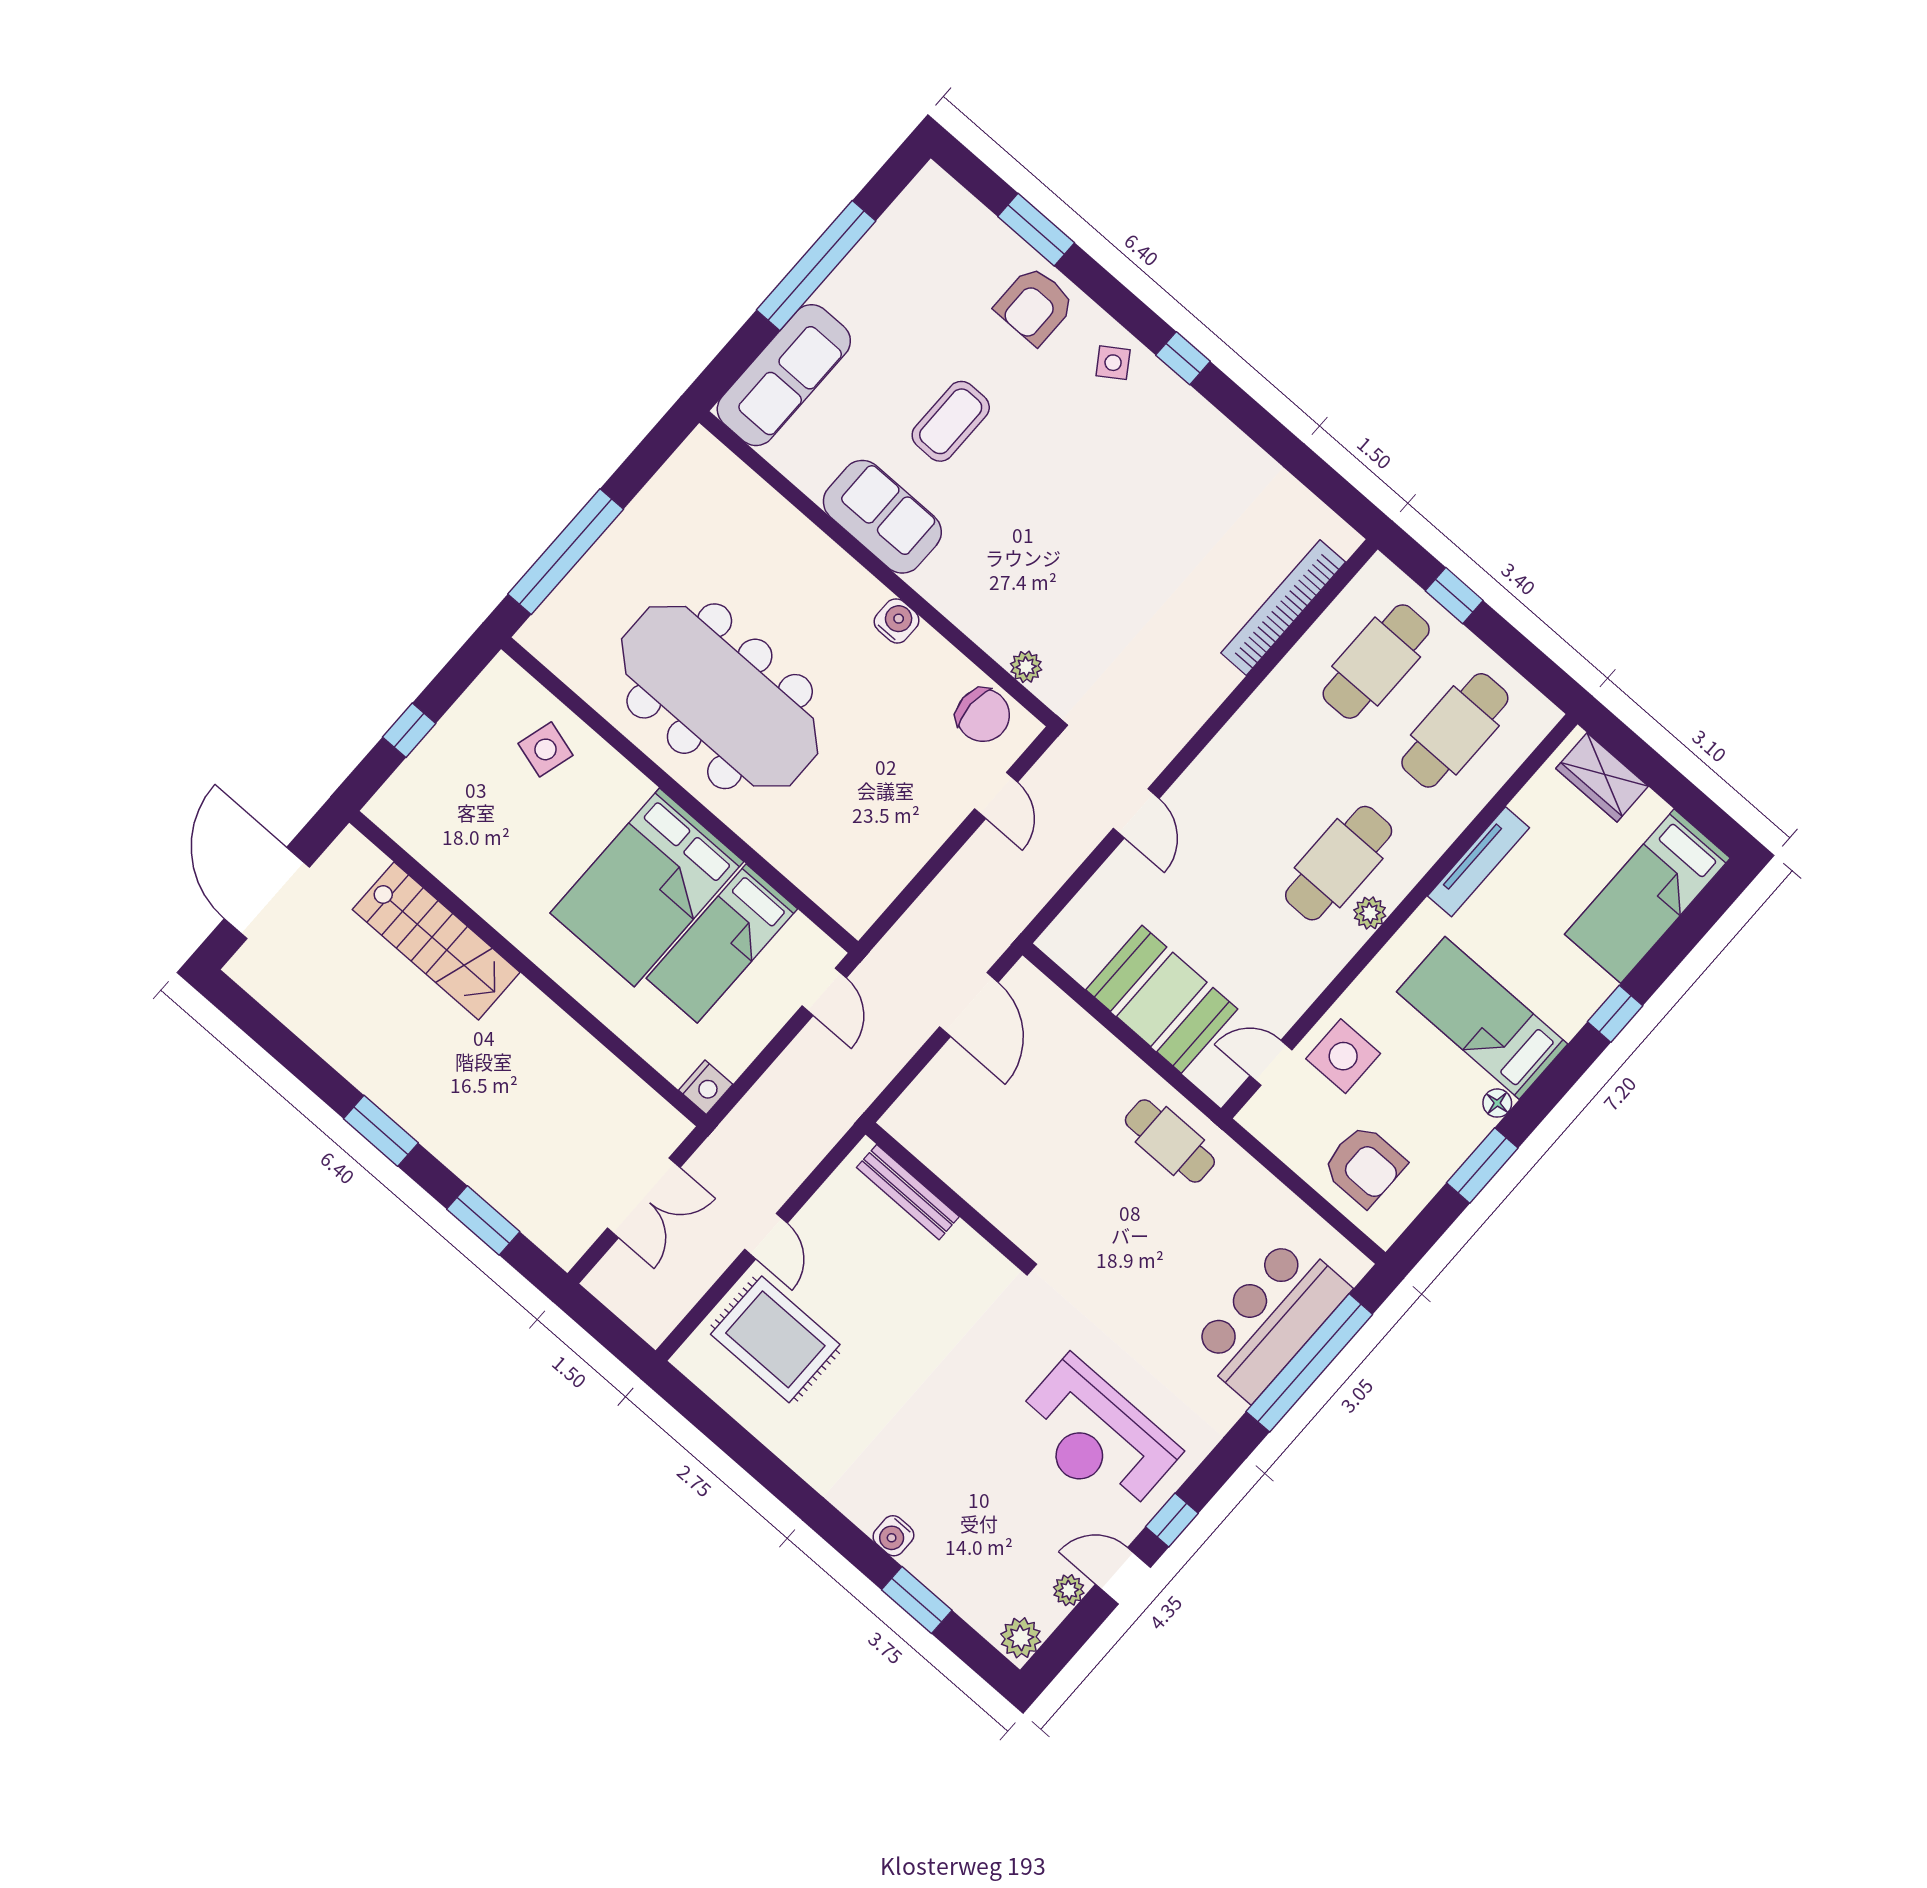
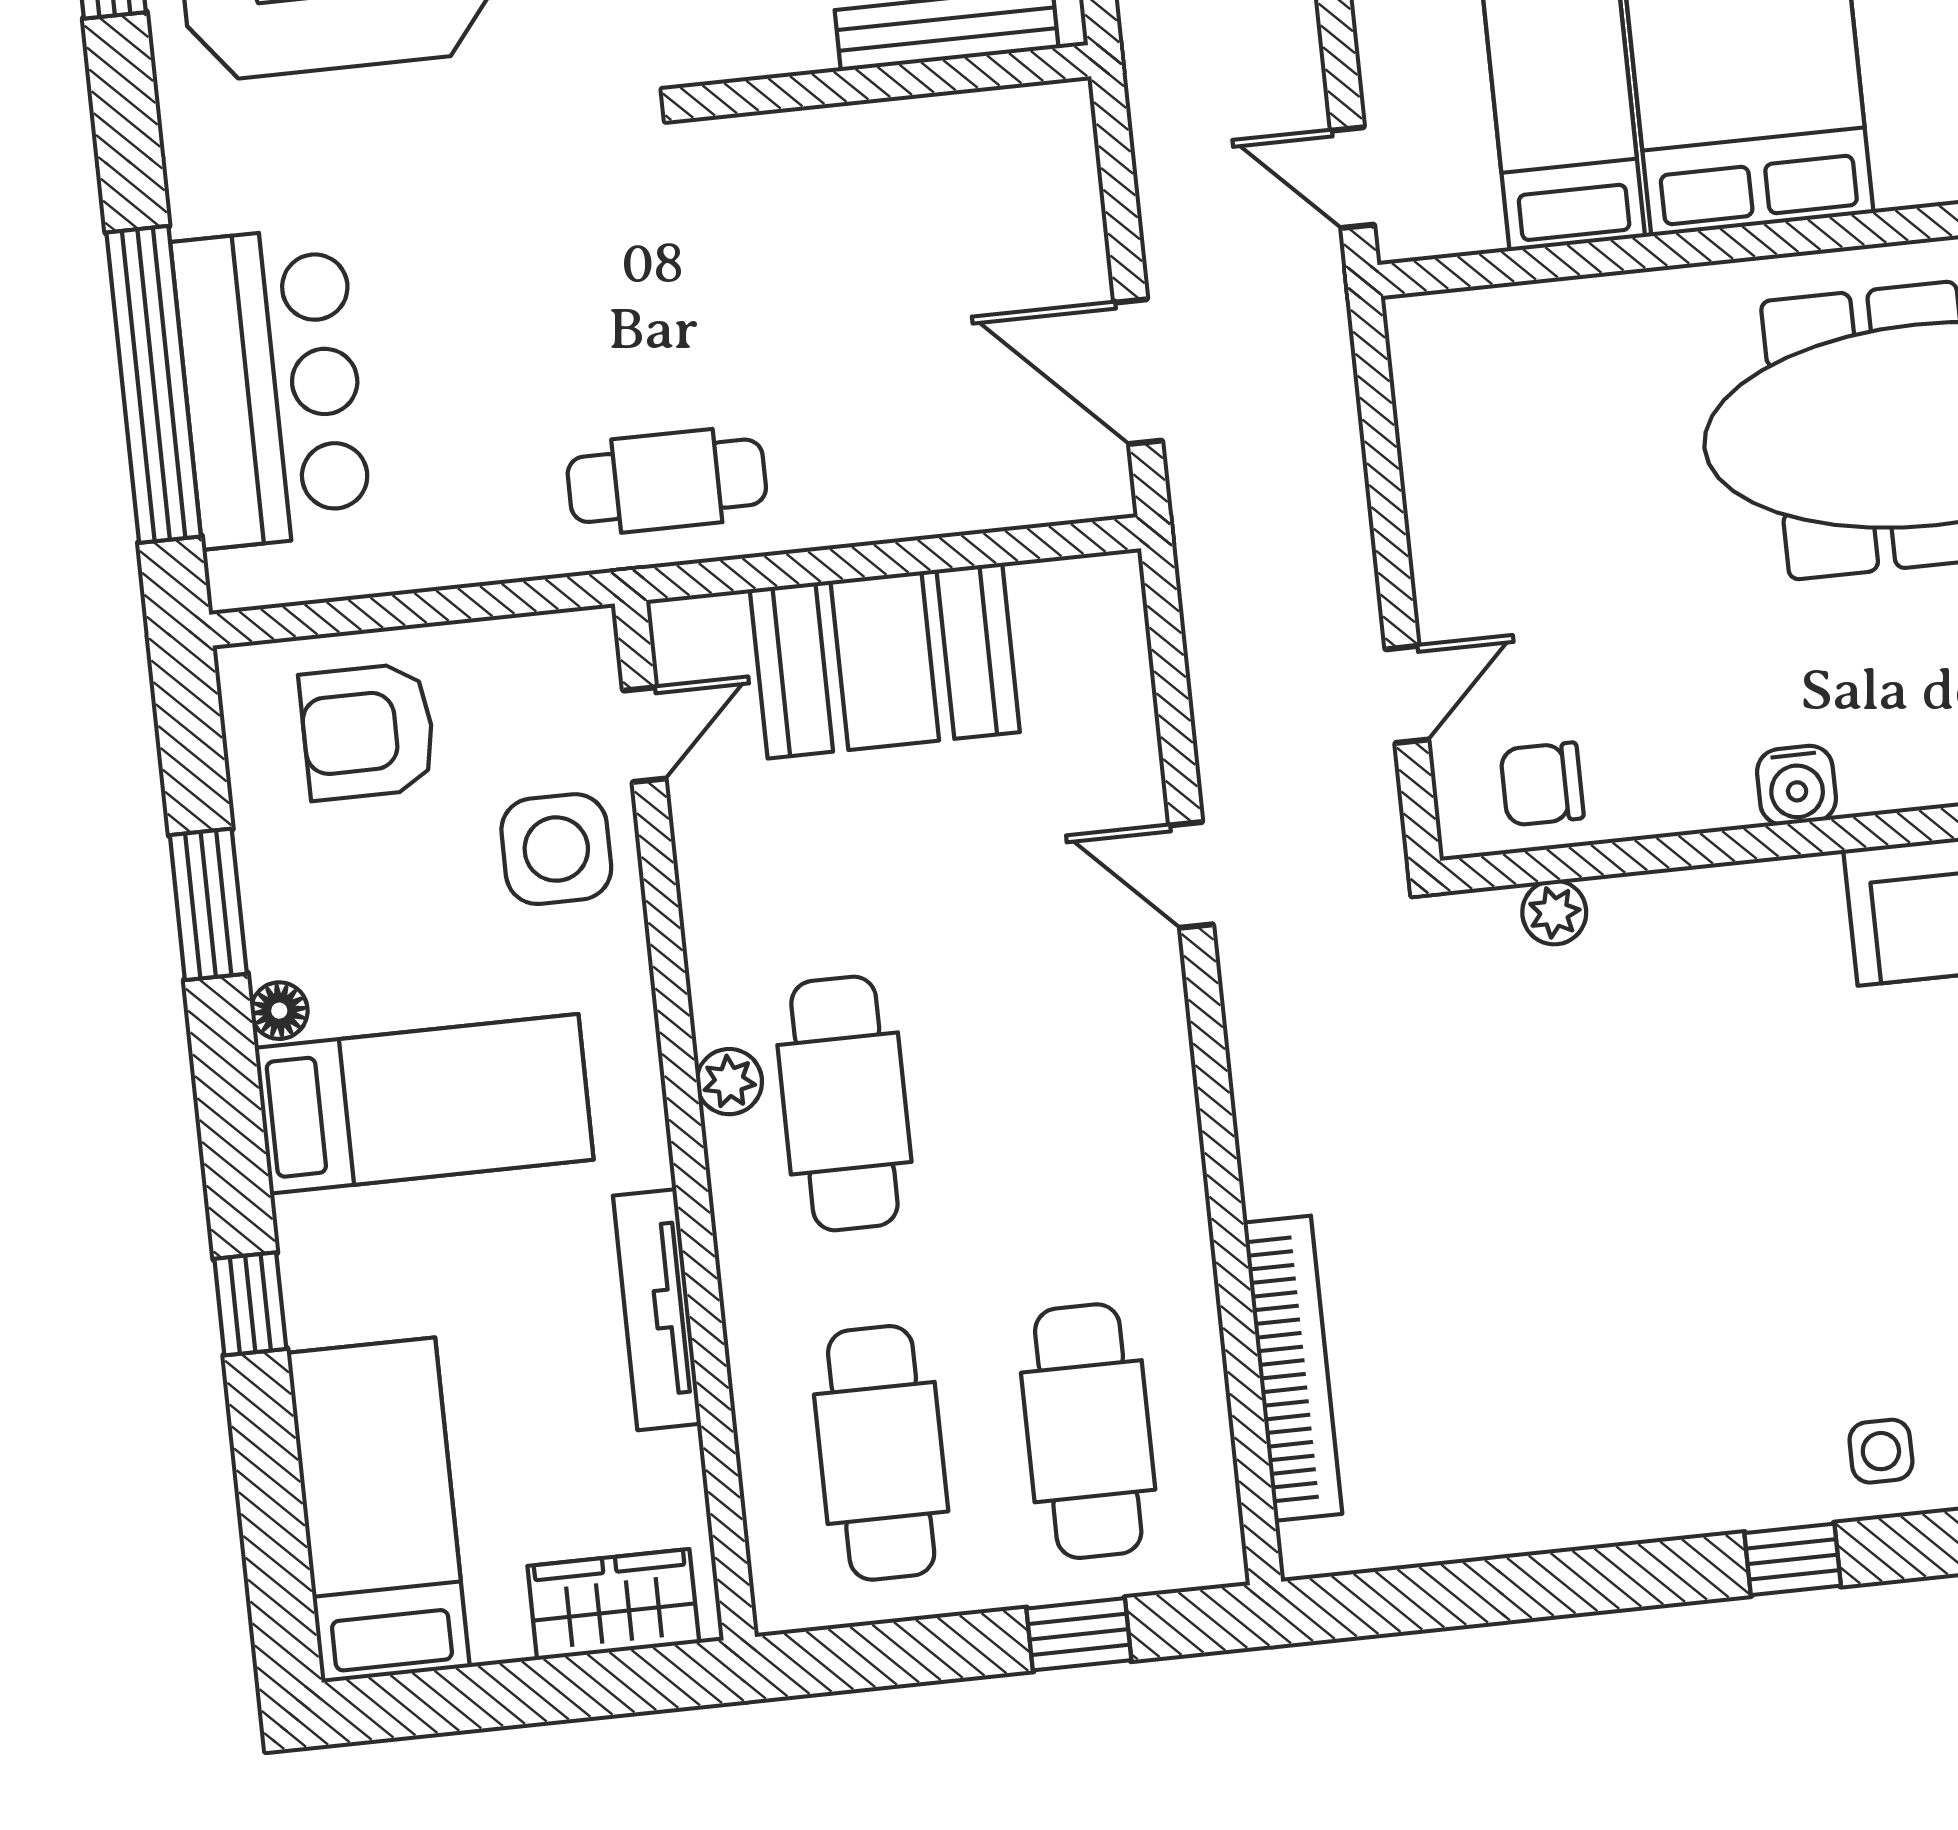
side table: (1113, 363) -> (1881, 1451), turned 34
chair: (983, 715) -> (1542, 784), width x0.73, depth x0.73
door: (996, 796) -> (1407, 694), swing flipped

